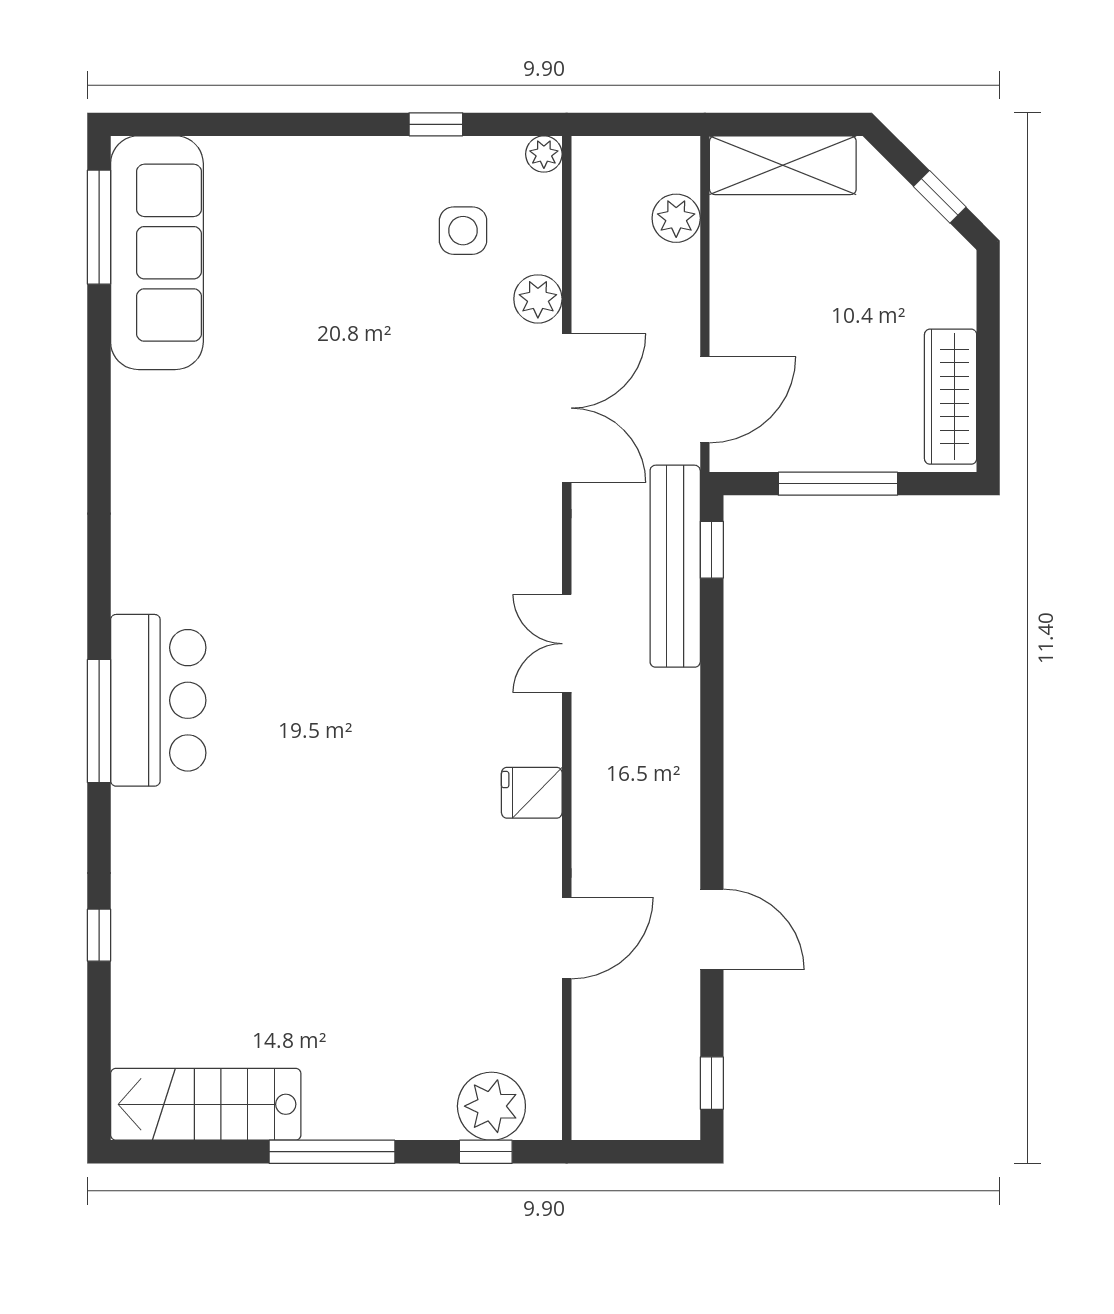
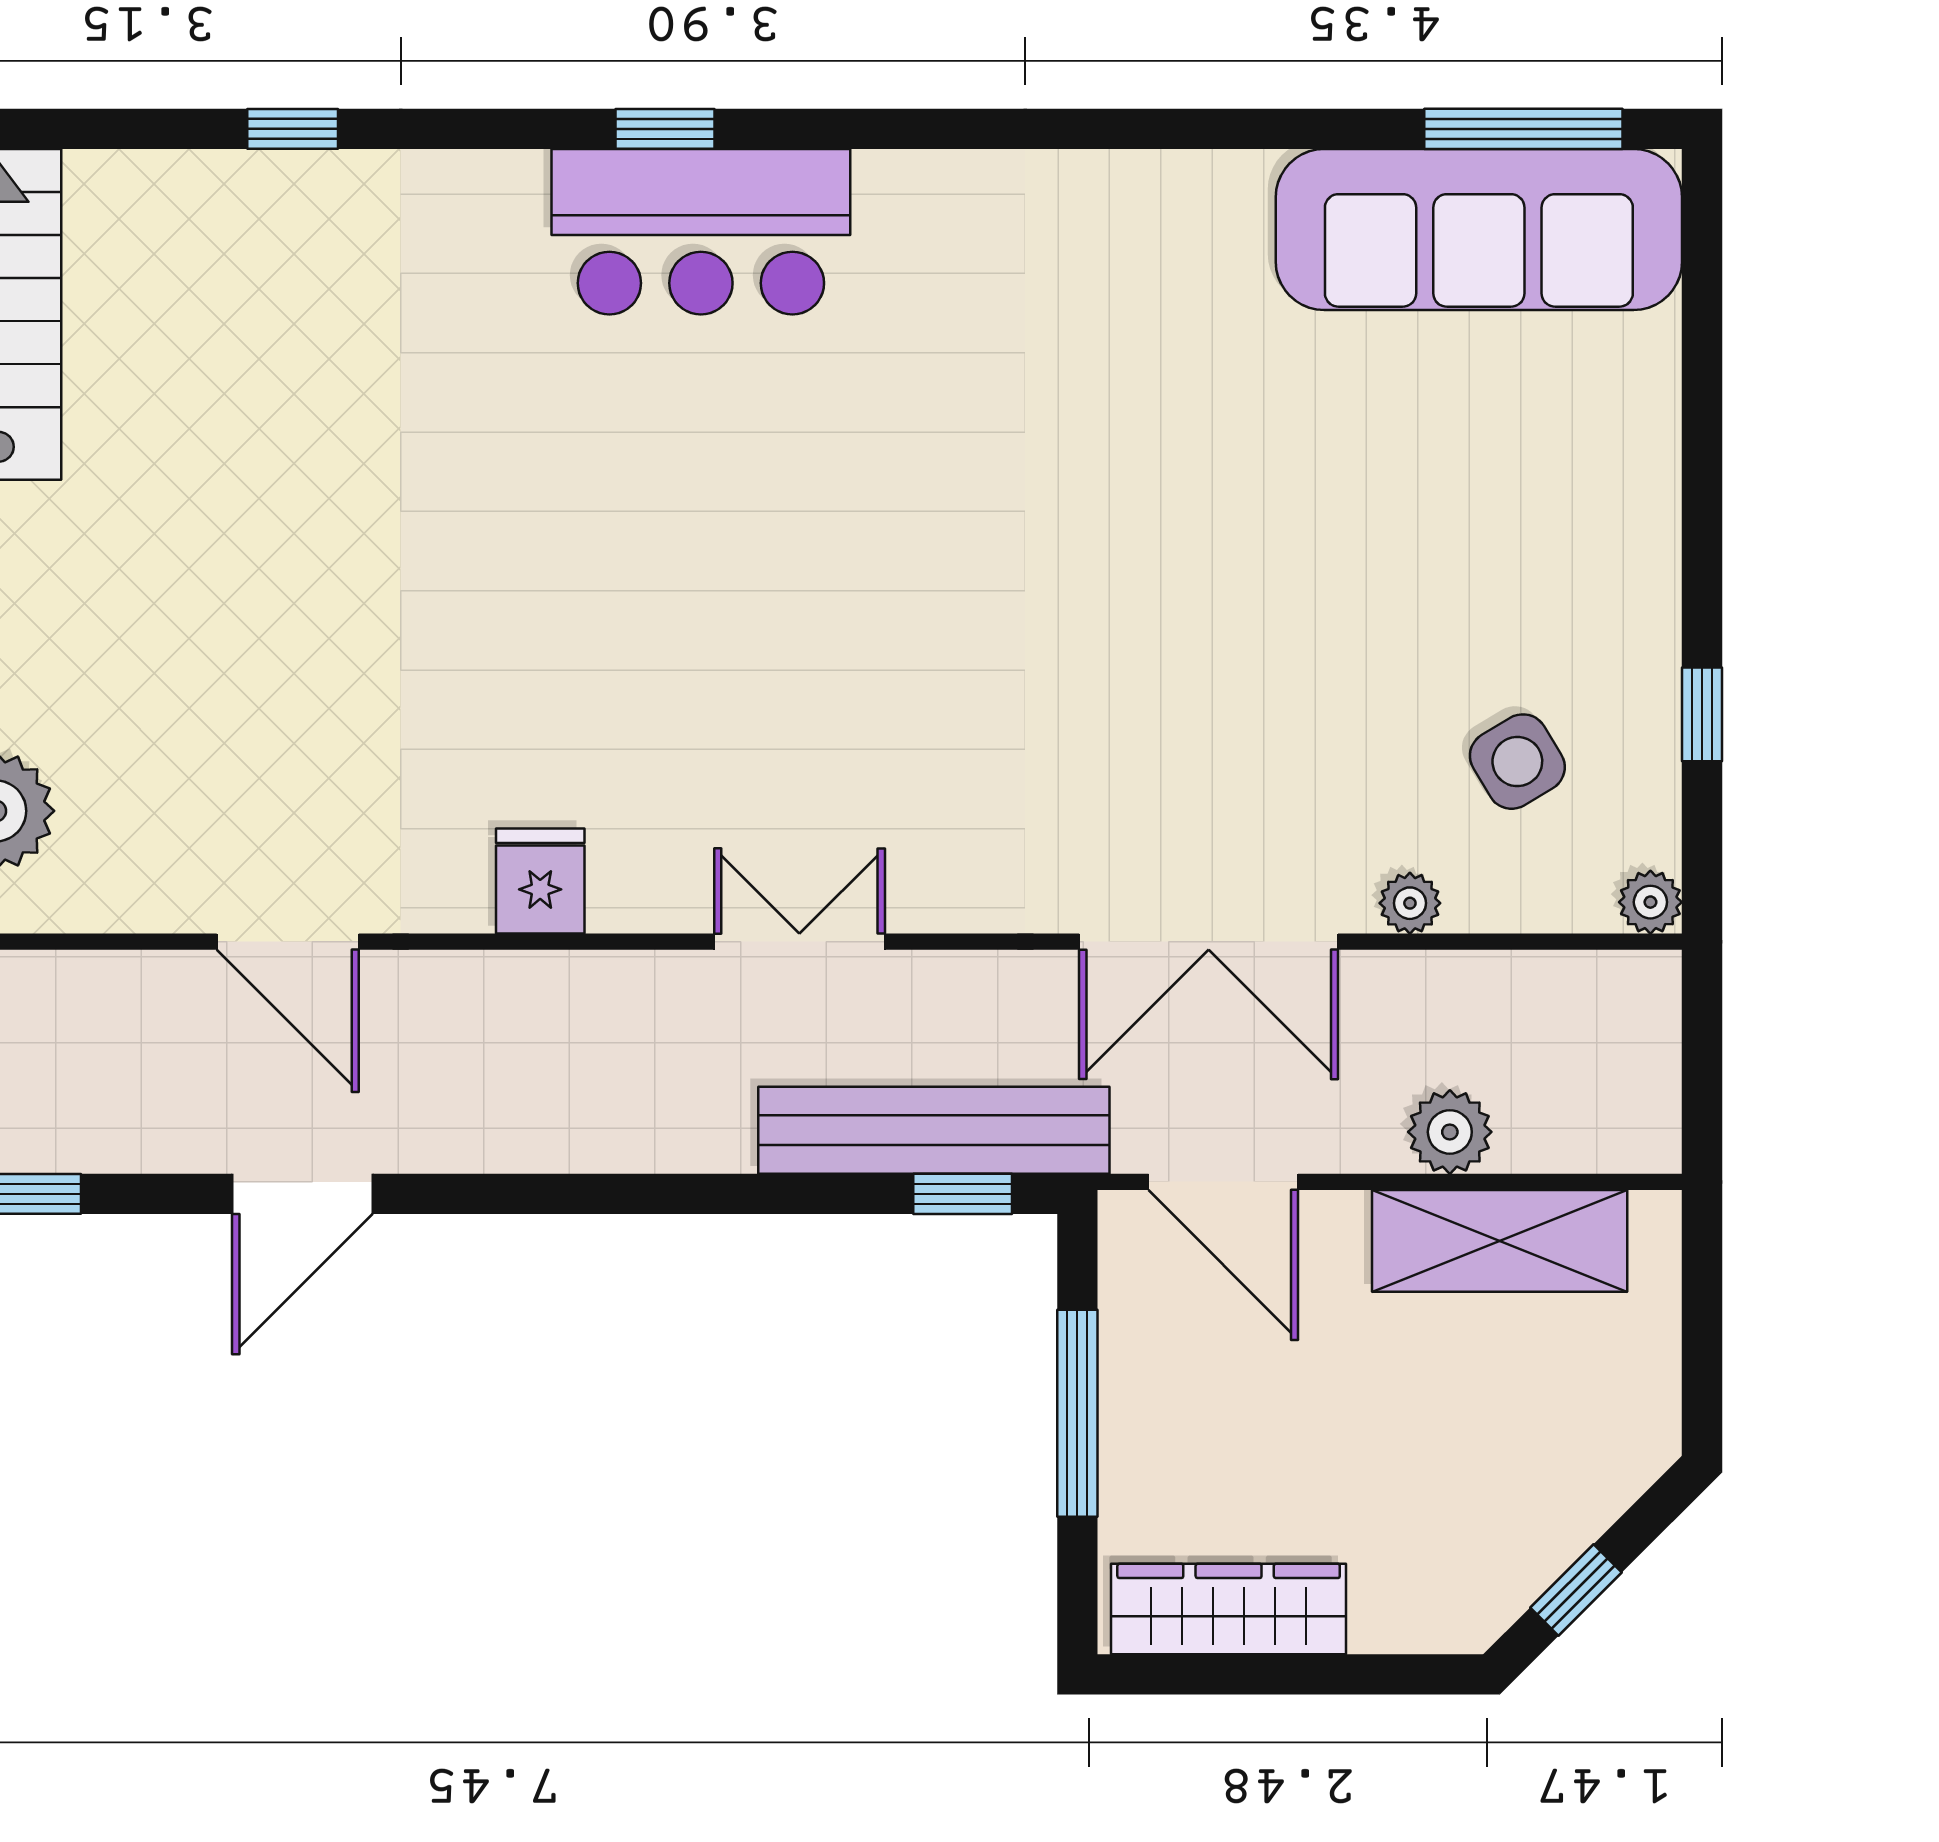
shelving: (783, 165) -> (1500, 1241), moved, turned 90
plant: (676, 218) -> (1450, 1132), moved
side table: (463, 231) -> (1517, 762), turned -31
plant: (538, 299) -> (1410, 903), width x0.73, depth x0.73
window: (99, 721) -> (665, 129), width x0.46

